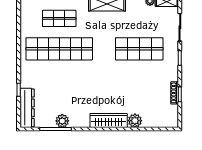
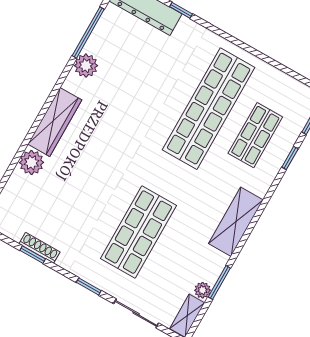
plant: (62, 121) -> (86, 66), moved

